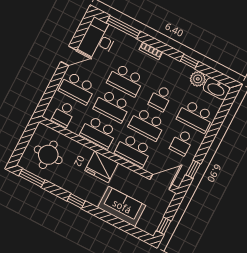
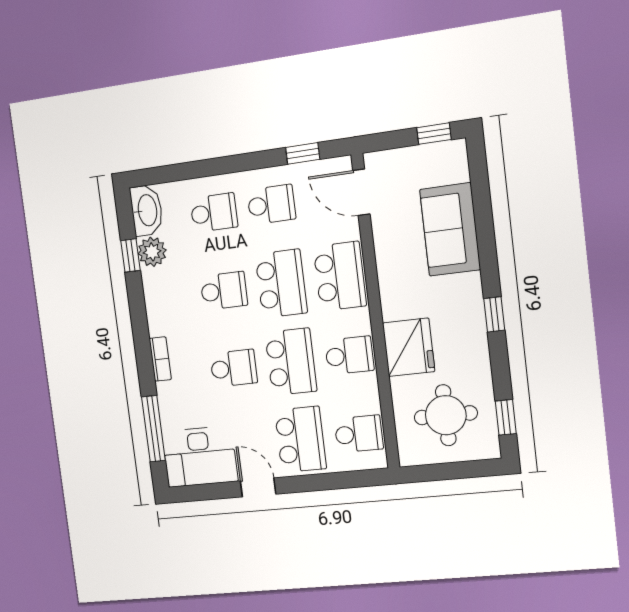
window: (189, 61) -> (130, 255), moved
school desk: (126, 80) -> (234, 368), width x0.54
school desk: (195, 116) -> (214, 213), width x0.54
school desk: (99, 132) -> (349, 355), width x0.54
fridge: (101, 167) -> (409, 347), moved
window: (32, 178) -> (506, 417), width x0.67

